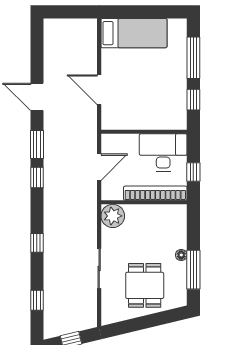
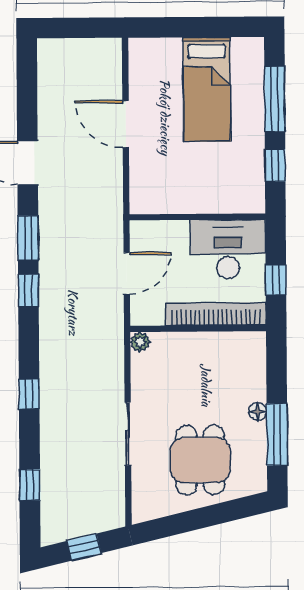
bed: (134, 33) -> (207, 89), moved, turned 90
door: (99, 90) -> (126, 124), moved
plant: (113, 216) -> (140, 342), width x0.53, depth x0.53

